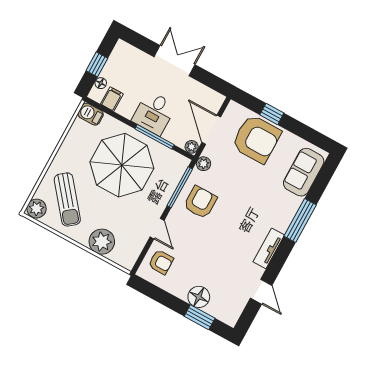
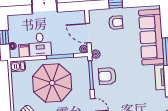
desk: (154, 113) -> (40, 45), moved
armchair: (256, 139) -> (116, 23), width x0.53, depth x0.53
sofa: (304, 172) -> (151, 37), width x1.85, depth x1.27
armchair: (200, 202) -> (107, 76), turned -90

